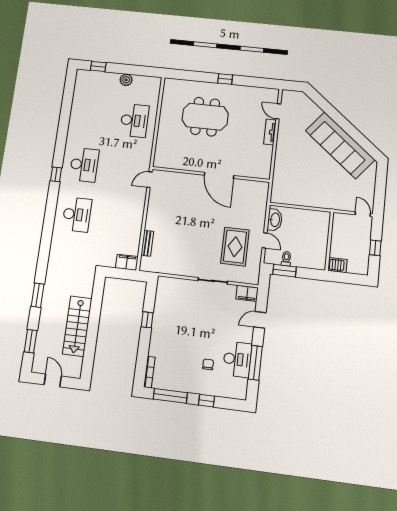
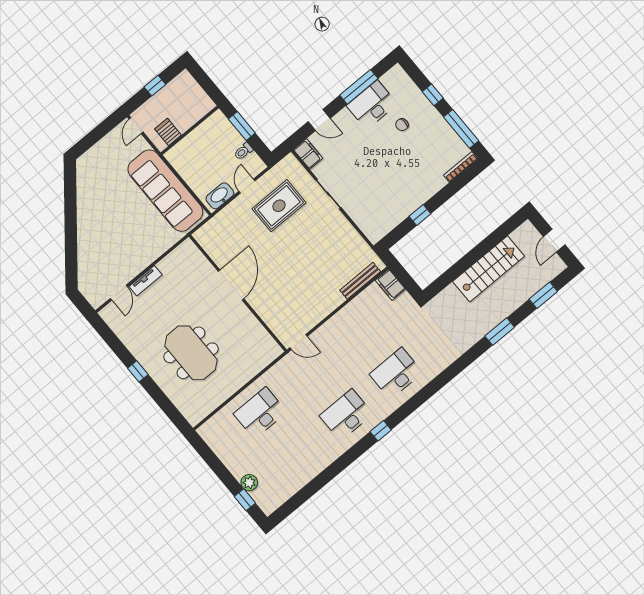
plant: (126, 80) -> (249, 483), moved
sofa: (340, 145) -> (165, 191), moved, turned 141
bench: (147, 243) -> (360, 281), width x1.36
server rack: (337, 265) -> (168, 132), moved
window: (285, 271) -> (242, 126), moved

